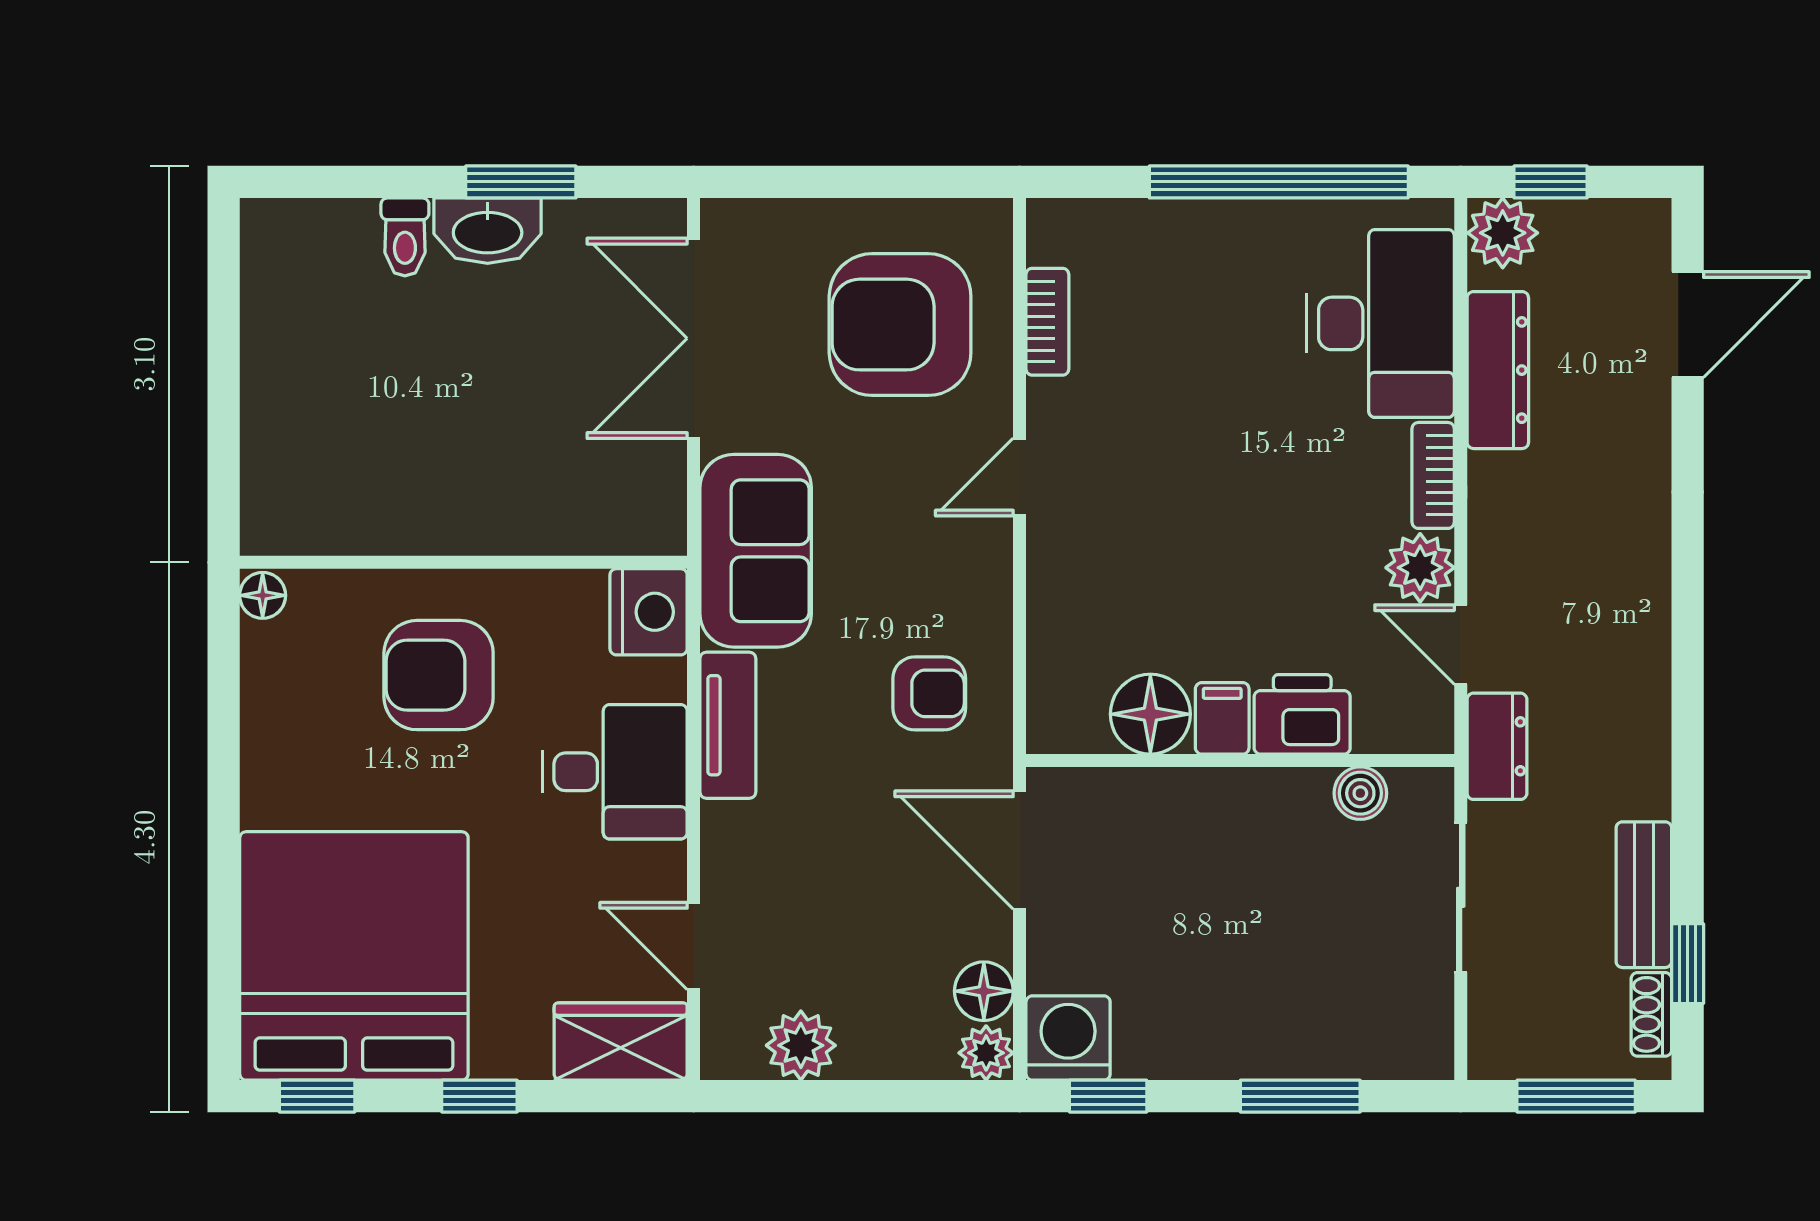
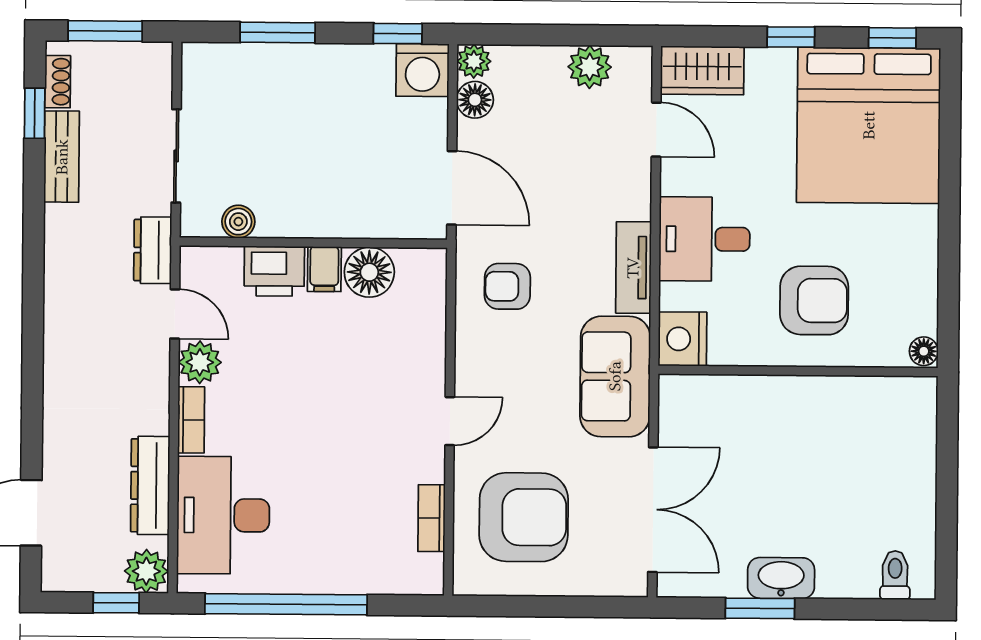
toilet: (405, 237) -> (895, 575), moved

